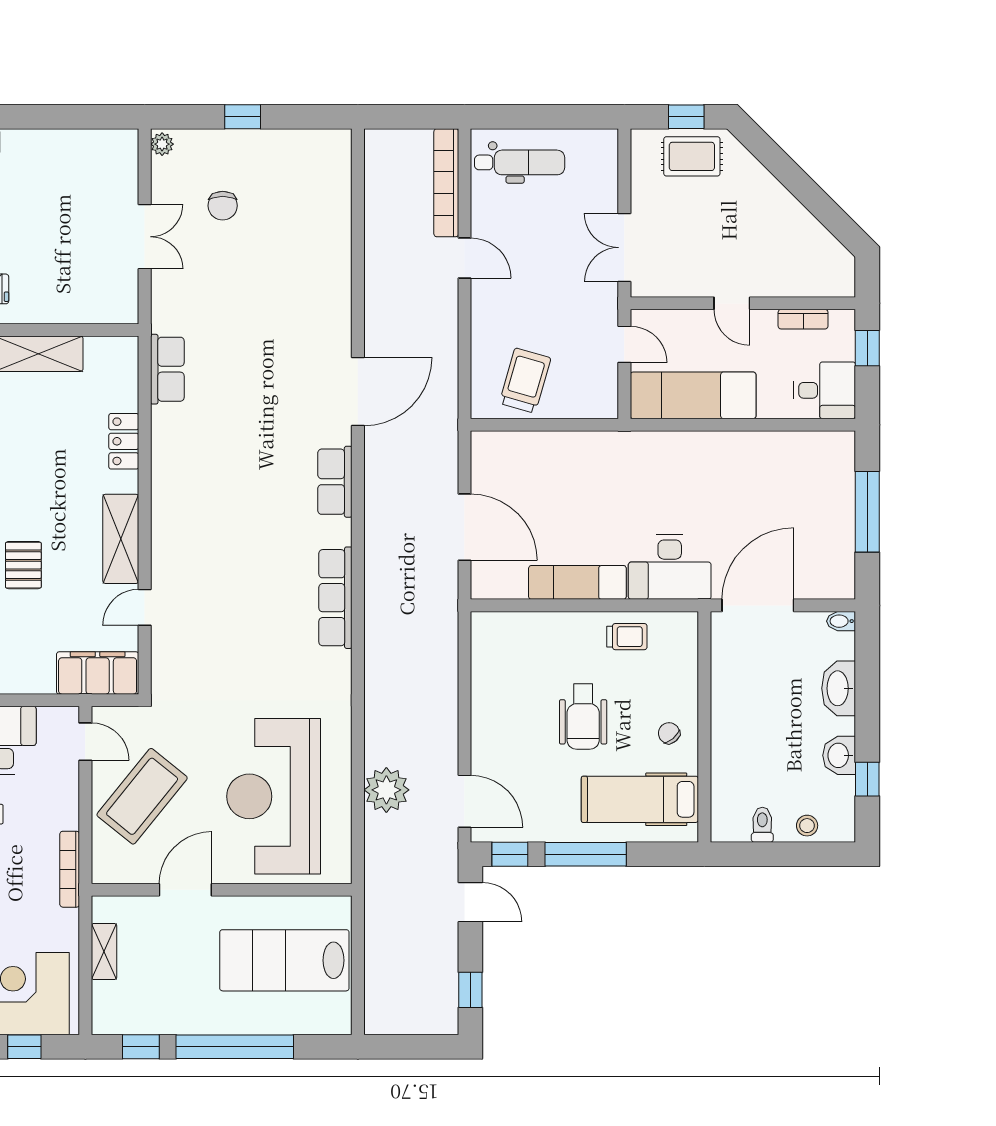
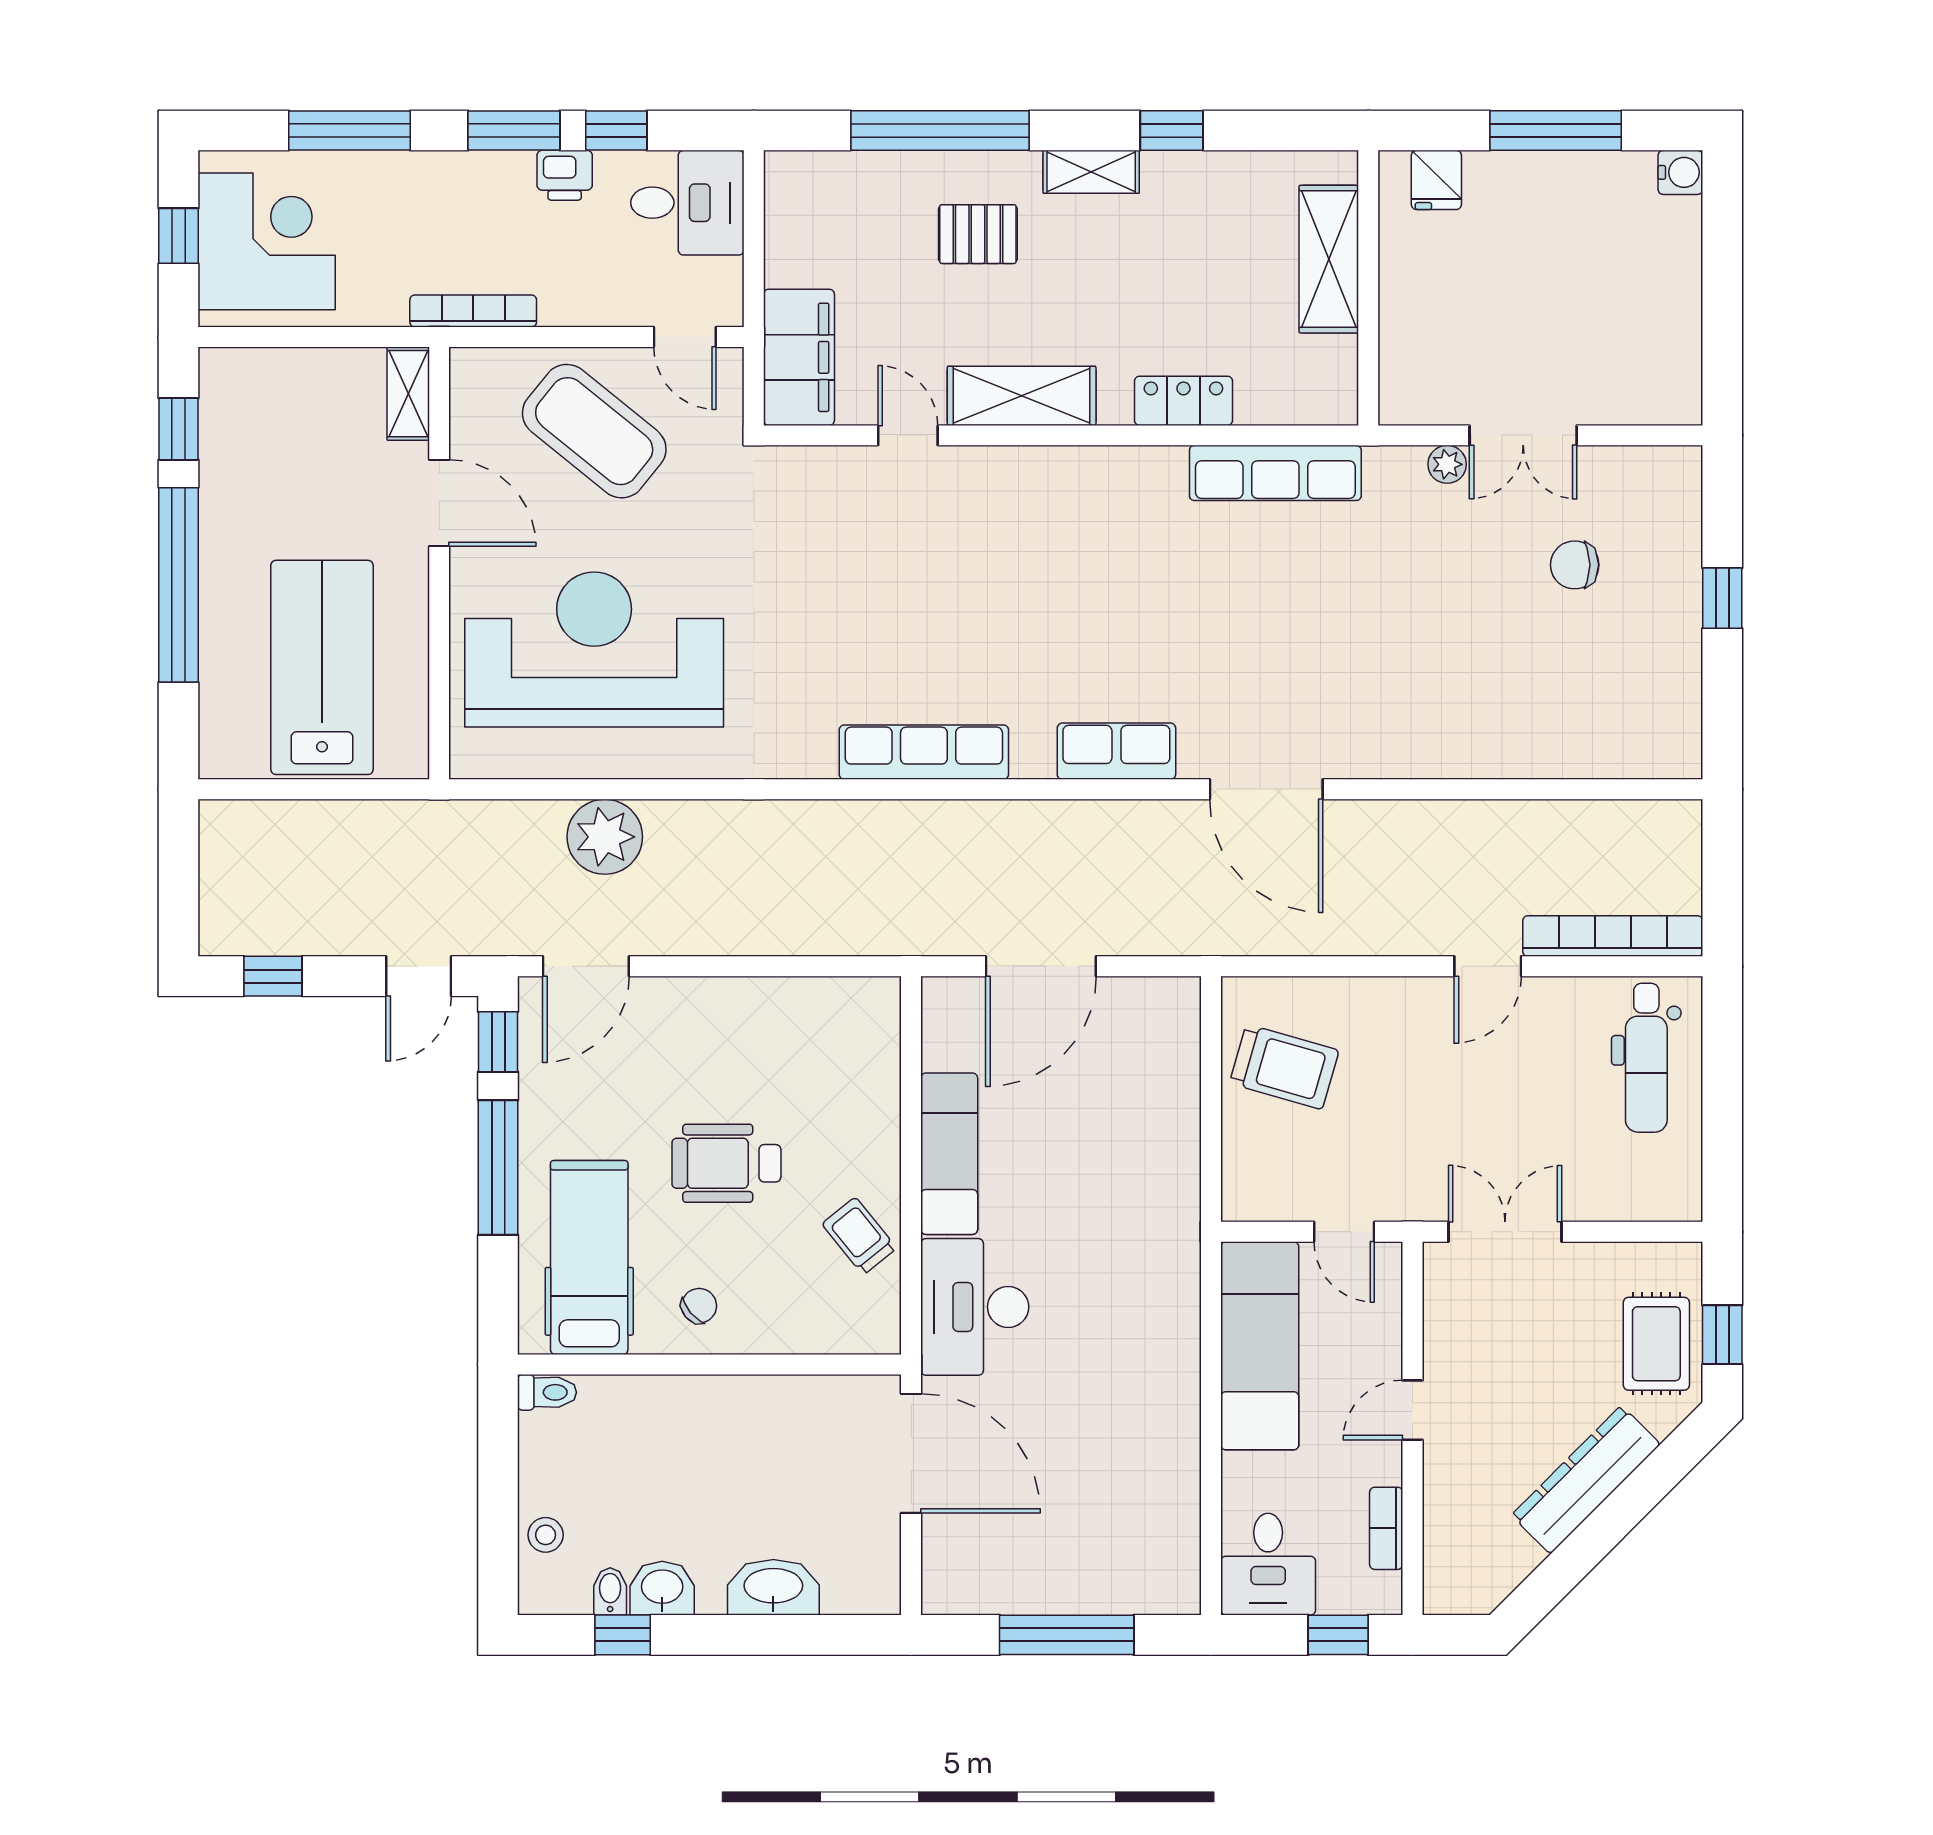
plant: (162, 144) -> (1447, 464), moved
dresser: (774, 199) -> (1586, 1480), added
door: (624, 344) -> (1344, 1232), hinge flipped
row of seats: (167, 369) -> (1275, 473), width x1.48
bidet: (841, 621) -> (610, 1591), moved
trolley: (627, 637) -> (859, 1236), turned 141
door: (85, 742) -> (685, 337), hinge flipped
toilet: (762, 825) -> (547, 1392), moved
shelving: (104, 951) -> (408, 394), moved, turned 90

